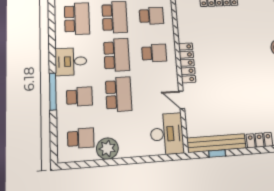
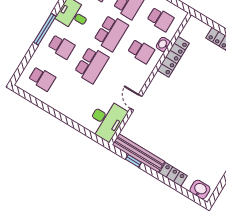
washbasin: (169, 35) -> (163, 44), added
locker: (187, 63) -> (173, 57), moved
plant: (107, 149) -> (56, 100), removed

